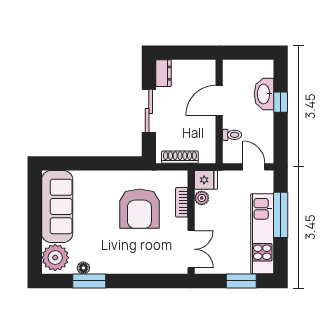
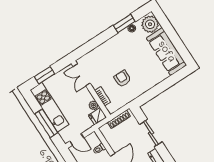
armchair: (139, 209) -> (123, 79), width x0.53, depth x0.53

